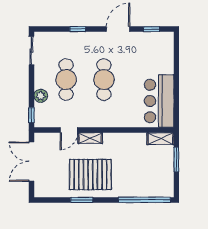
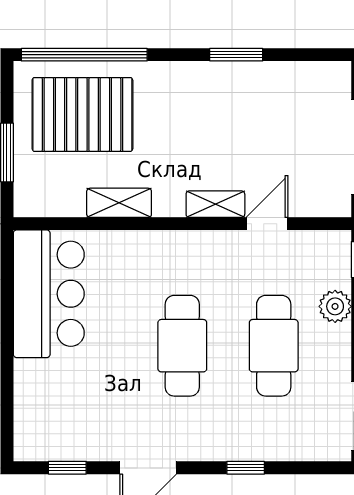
shelving: (160, 139) -> (119, 203), moved
pallet: (90, 175) -> (82, 114), moved

